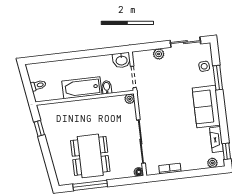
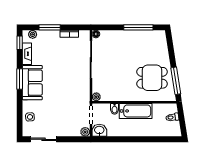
plant: (159, 54) -> (85, 132), moved
window: (218, 78) -> (20, 79), moved
window: (39, 128) -> (176, 81), width x2.17
dining table: (90, 156) -> (152, 78), moved, width x0.73
window: (194, 173) -> (50, 27), added

